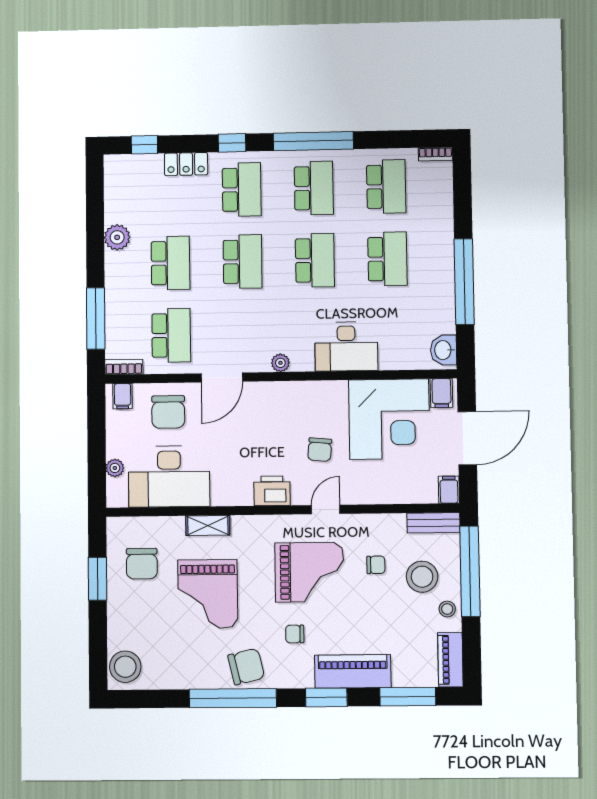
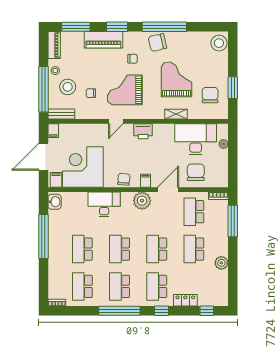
plant: (280, 363) -> (142, 201), width x1.88, depth x1.88
filing cabinet: (123, 396) -> (146, 181), moved
chair: (320, 450) -> (124, 179), moved

